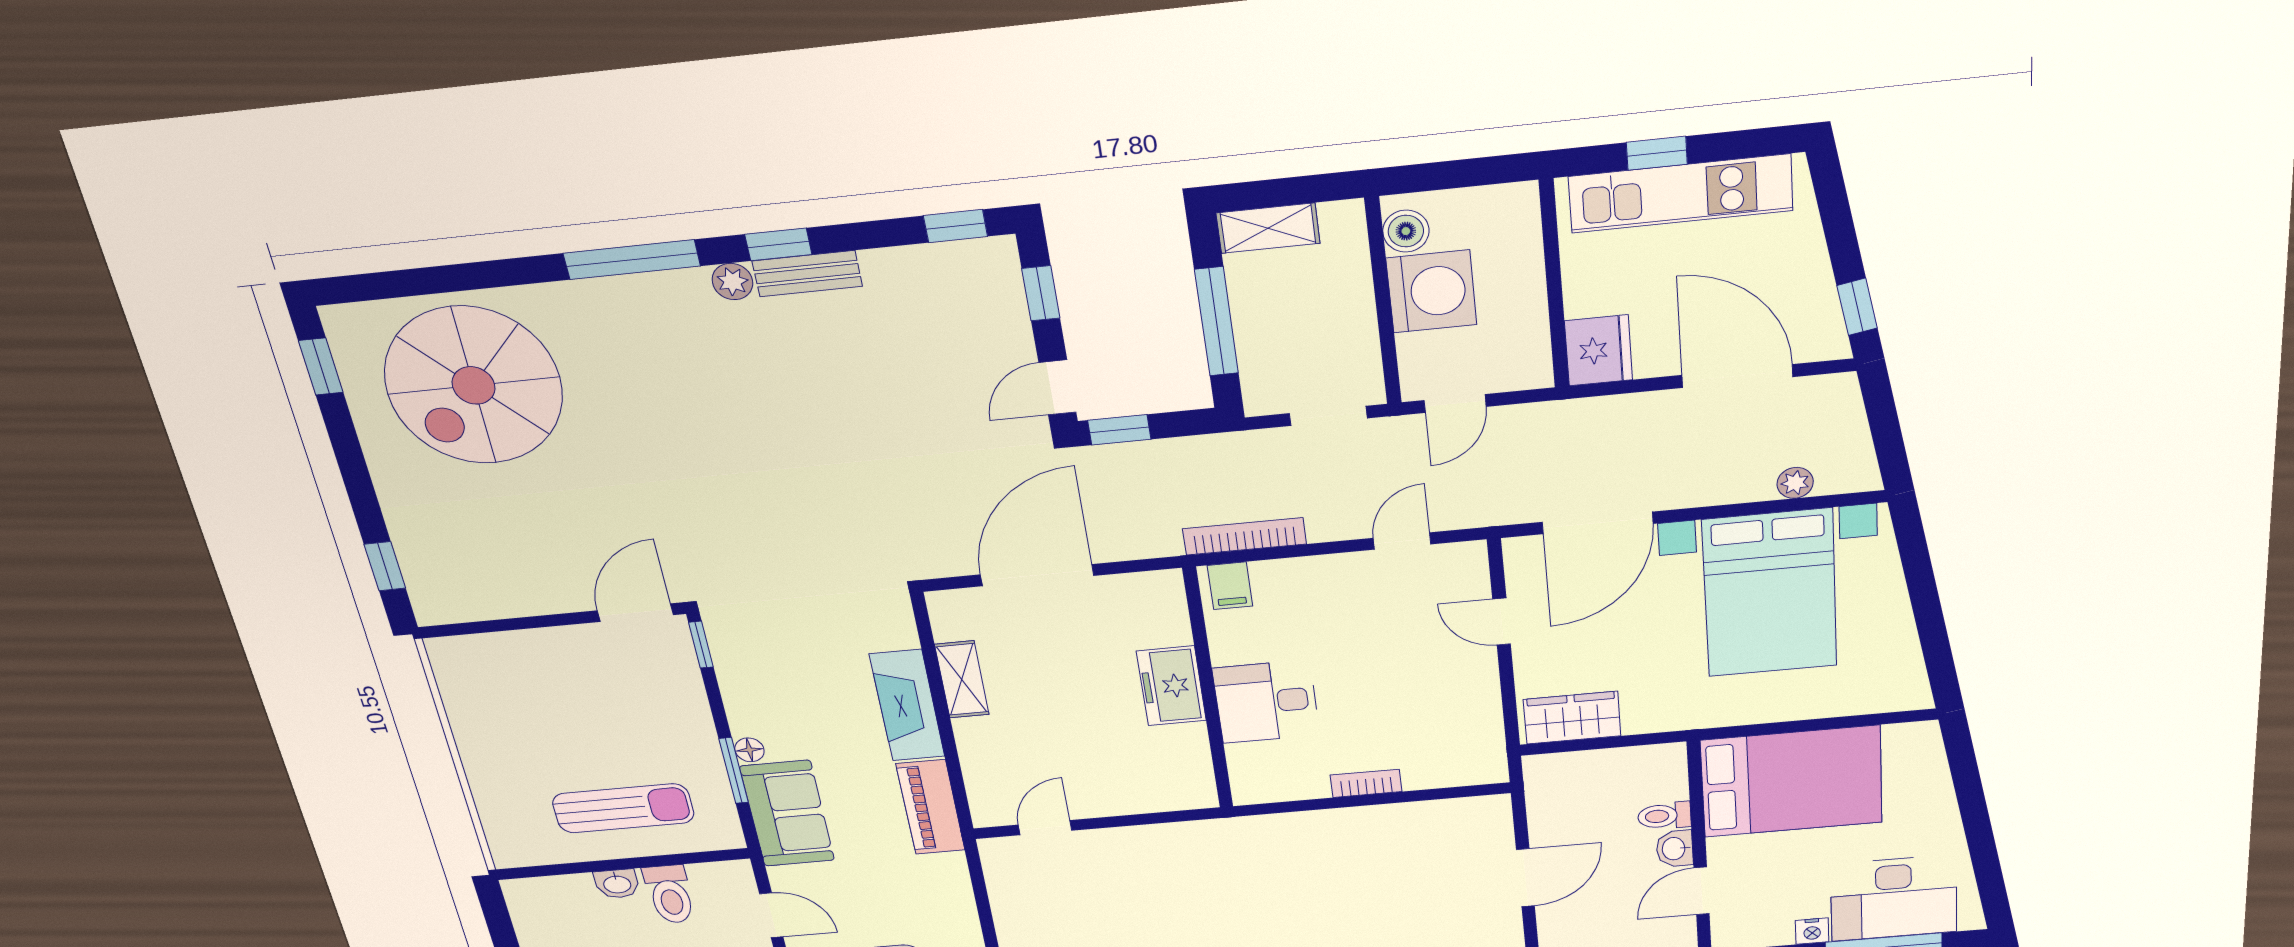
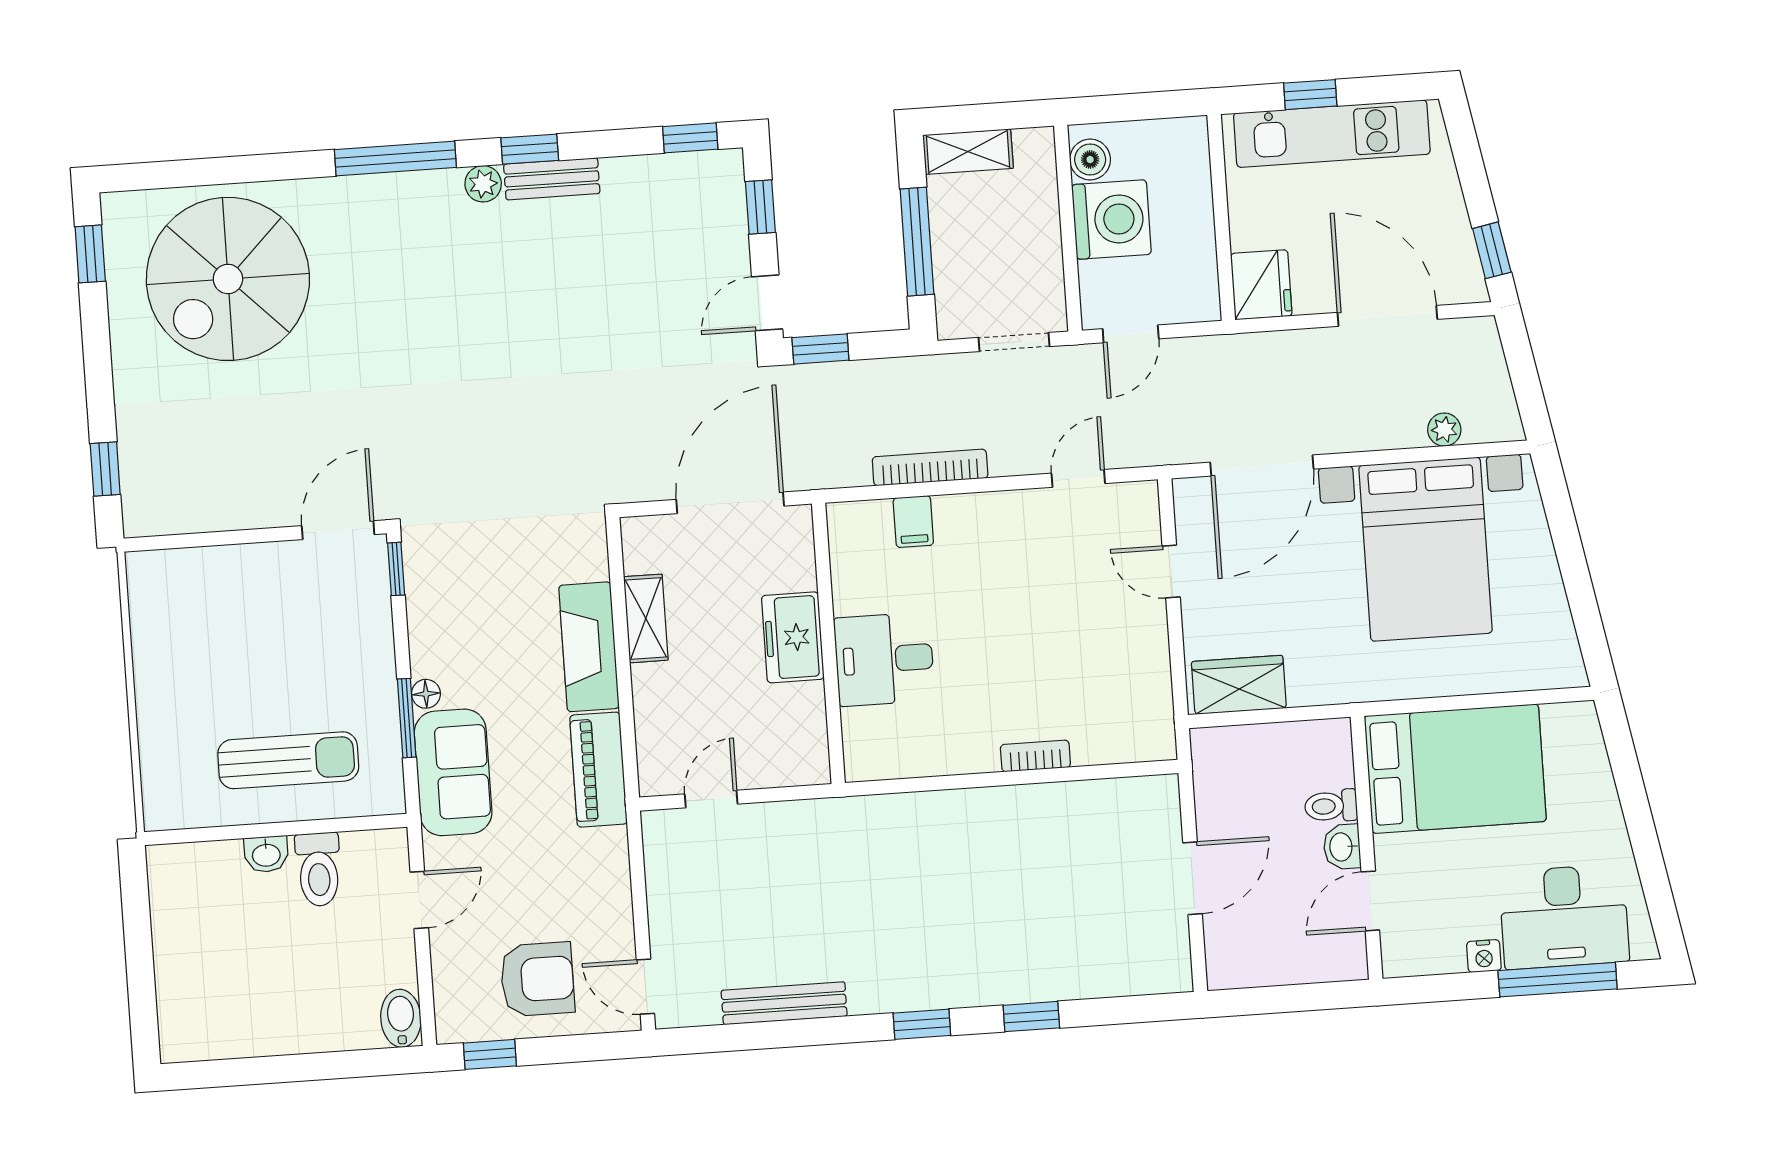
freezer: (1171, 686) -> (793, 637), moved
wall: (1208, 690) -> (828, 643), moved
desk: (1266, 702) -> (884, 659), moved
door: (771, 915) -> (419, 900), hinge flipped

